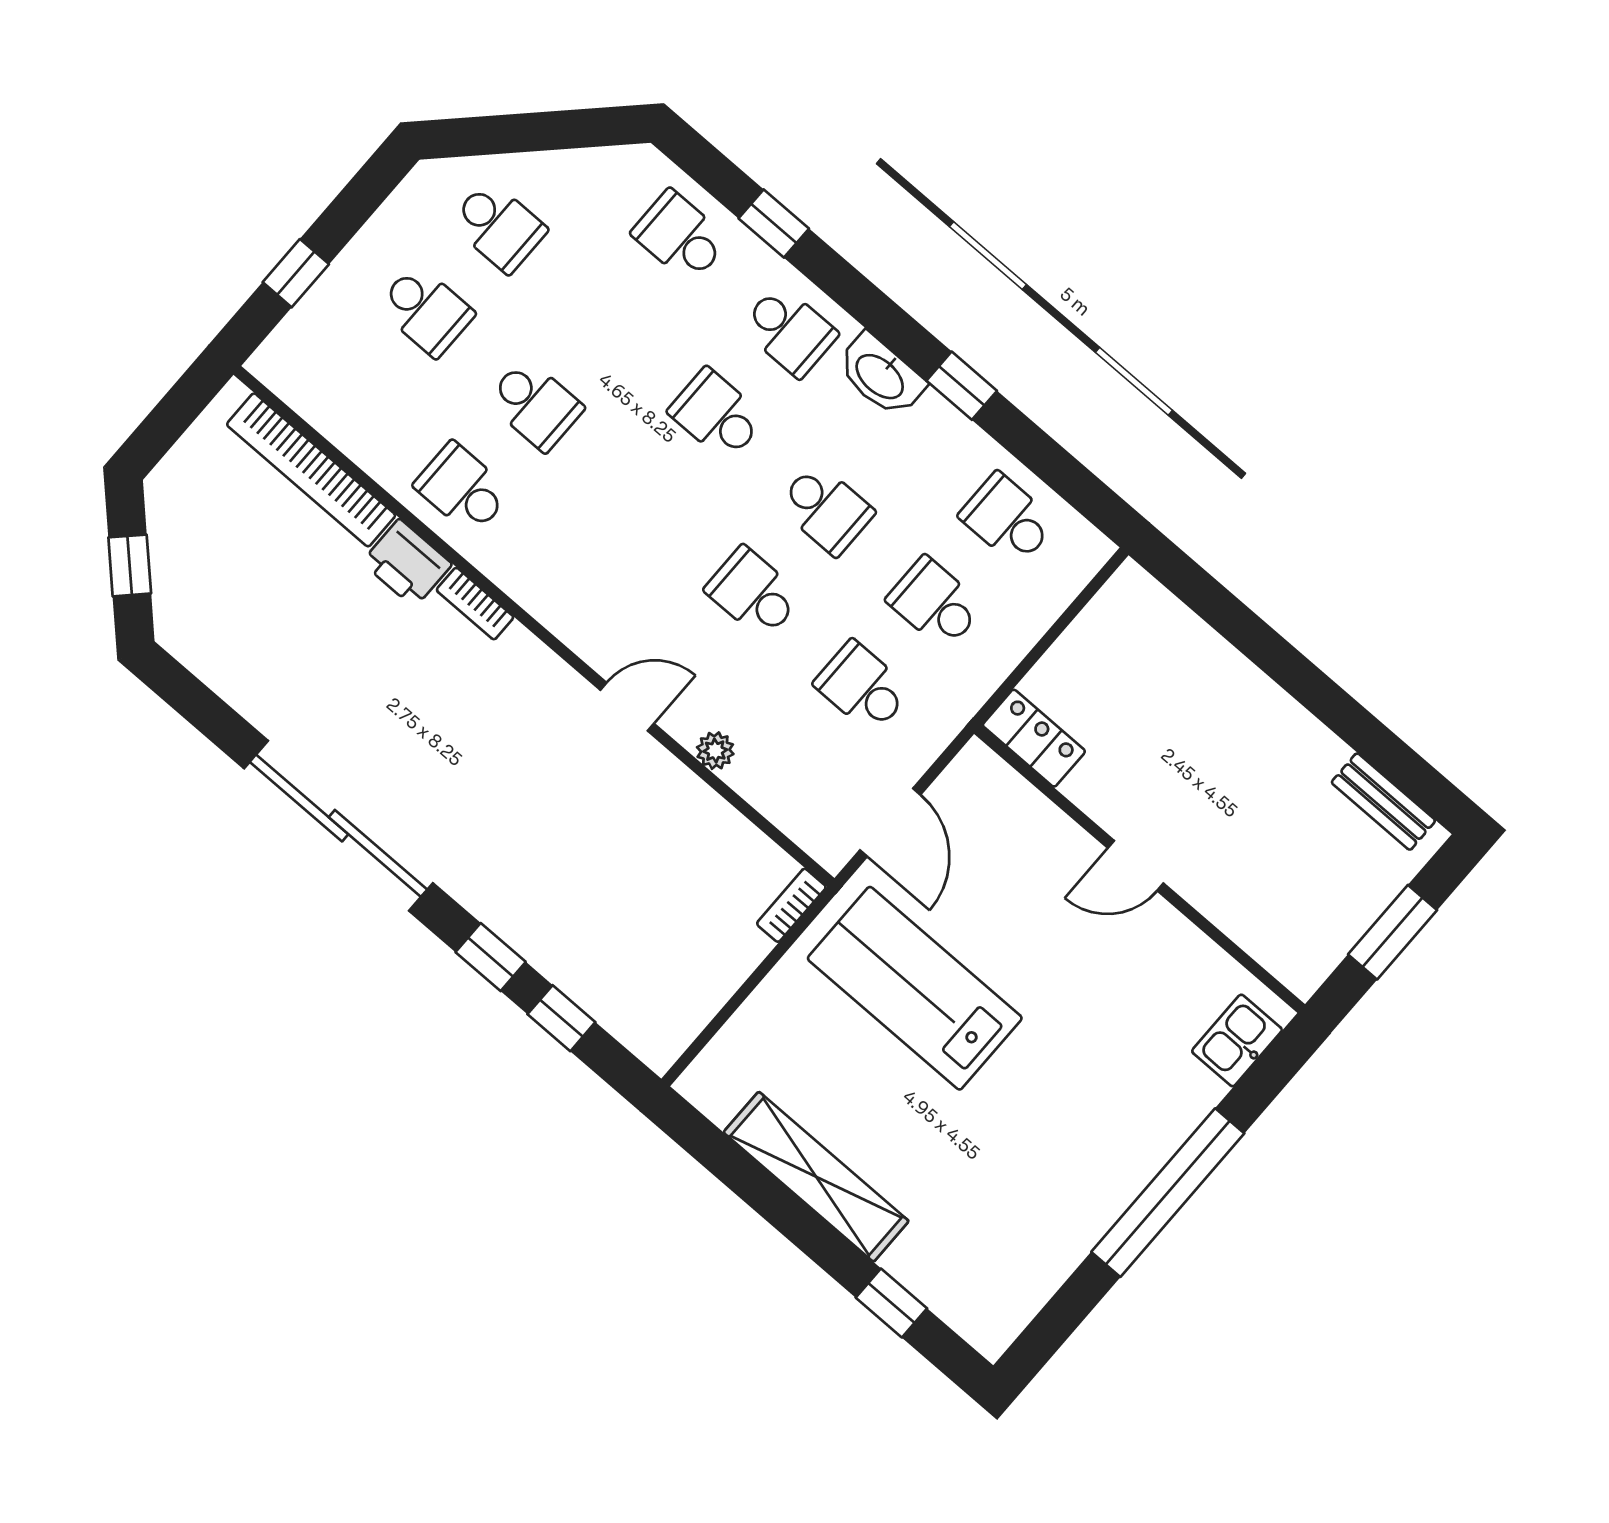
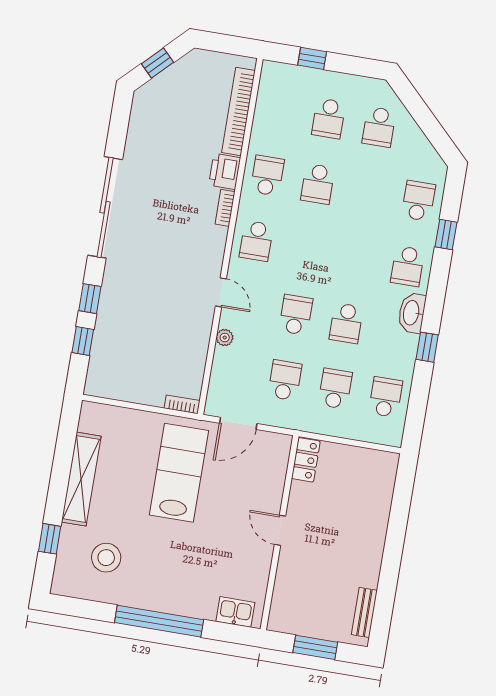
school desk: (717, 415) -> (256, 241), moved, turned 180
stool: (990, 1219) -> (106, 558), added

